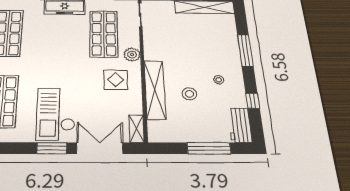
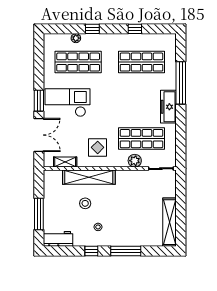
plant: (132, 55) -> (135, 161), moved
window: (253, 101) -> (91, 251), moved
shelving: (137, 129) -> (65, 162), moved

